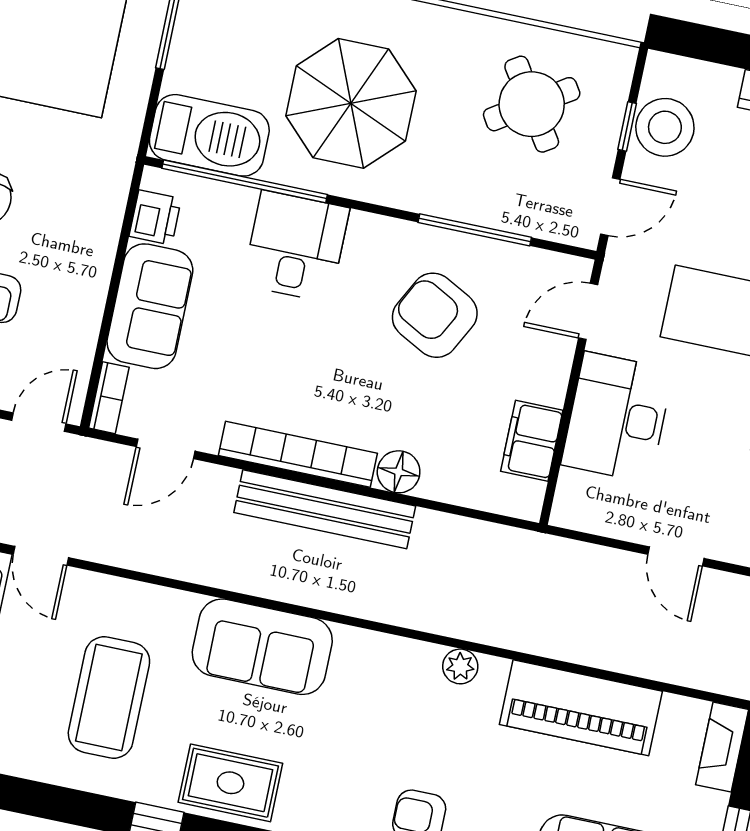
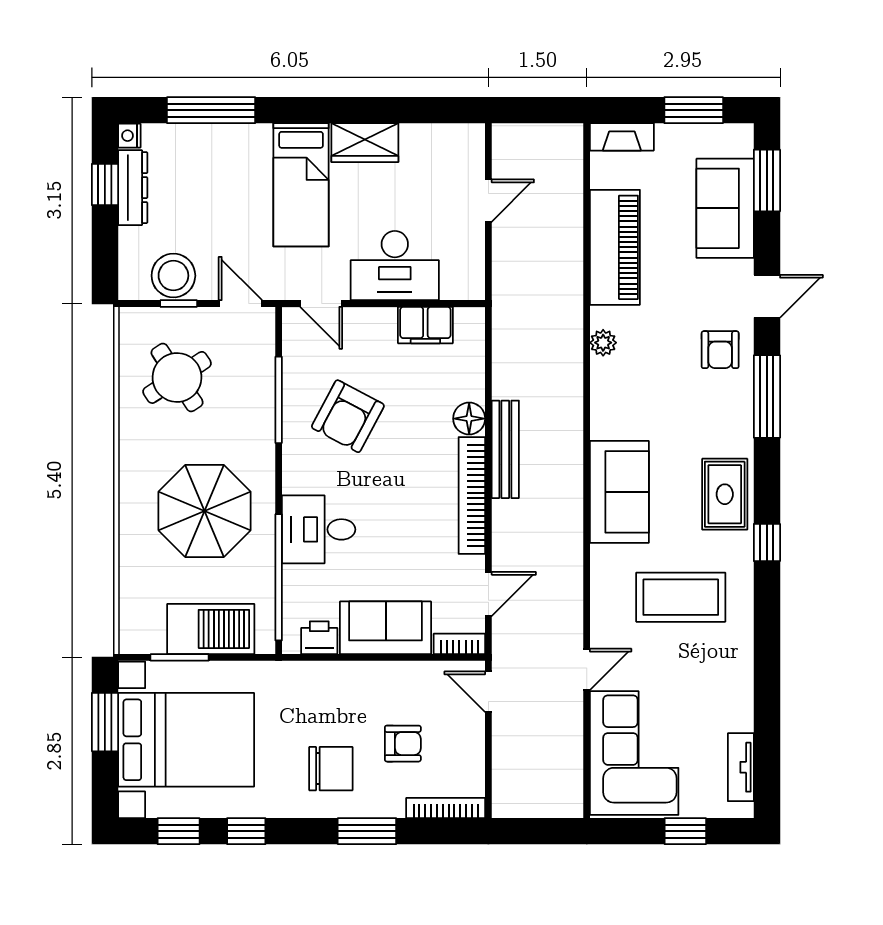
barbecue: (209, 135) -> (211, 629), moved, turned 90
door: (166, 449) -> (488, 594), hinge flipped
bench: (325, 509) -> (505, 449), width x0.73, depth x0.82

